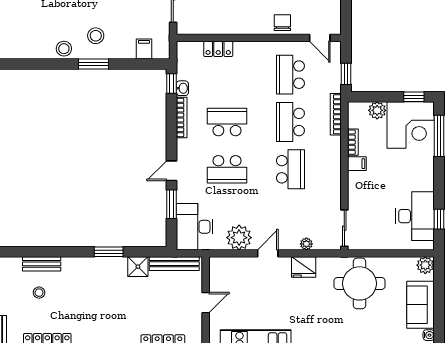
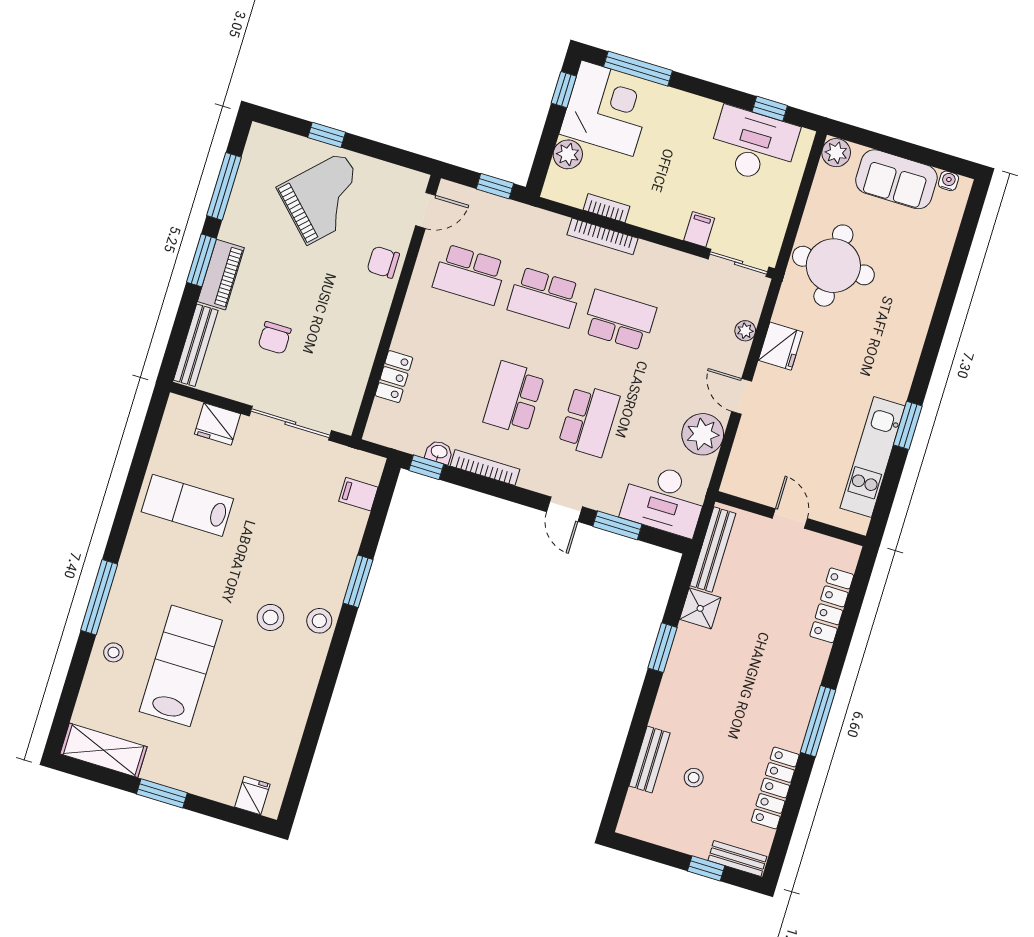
stool: (96, 36) -> (271, 617), moved
bookcase: (336, 114) -> (602, 236), moved
filing cabinet: (357, 164) -> (699, 229), moved

